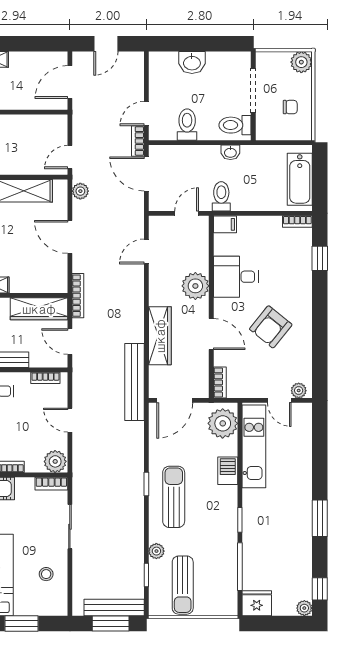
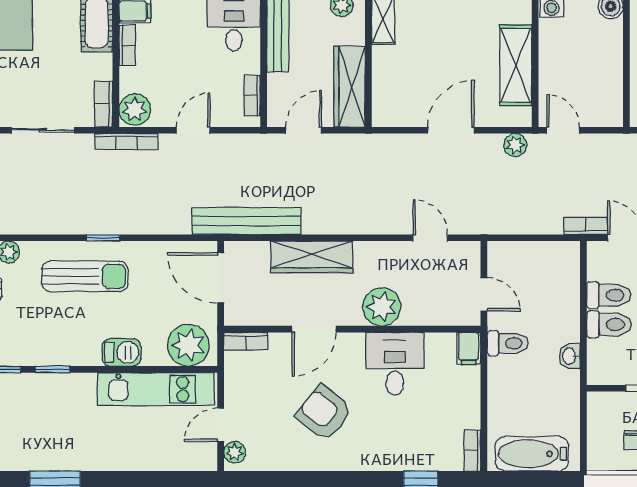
toilet: (235, 125) -> (609, 324), moved, turned 90
door: (146, 174) -> (539, 238), removed
bookcase: (78, 296) -> (126, 141), moved

